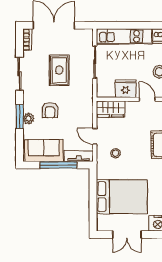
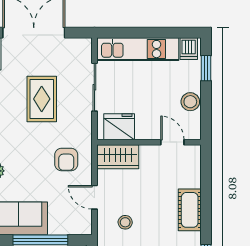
fridge: (125, 89) -> (119, 127), moved
armchair: (50, 110) -> (66, 159), moved
tv unit: (79, 156) -> (71, 227), removed

